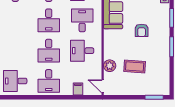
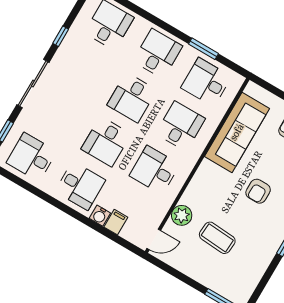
desk: (49, 81) -> (80, 186), turned -90
door: (103, 86) -> (154, 239), swing flipped
water cooler: (68, 90) -> (100, 216), added

